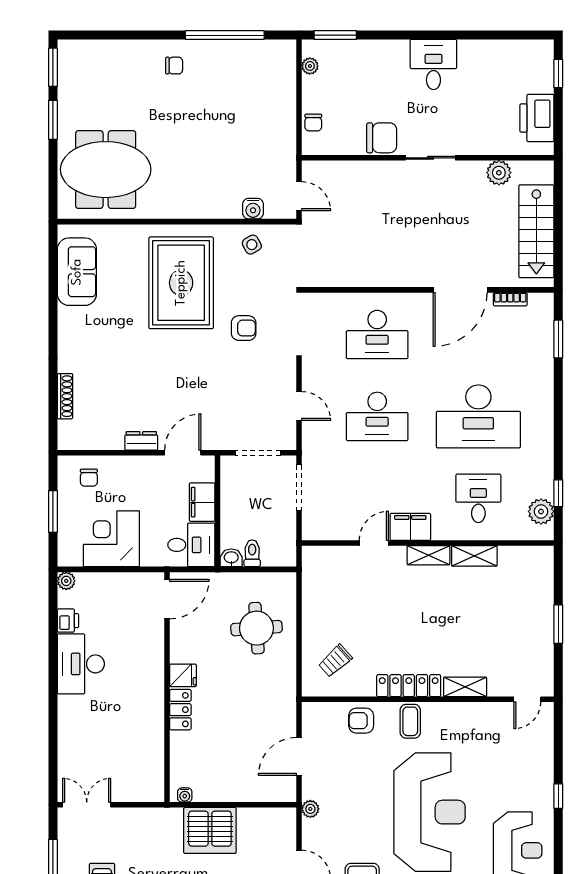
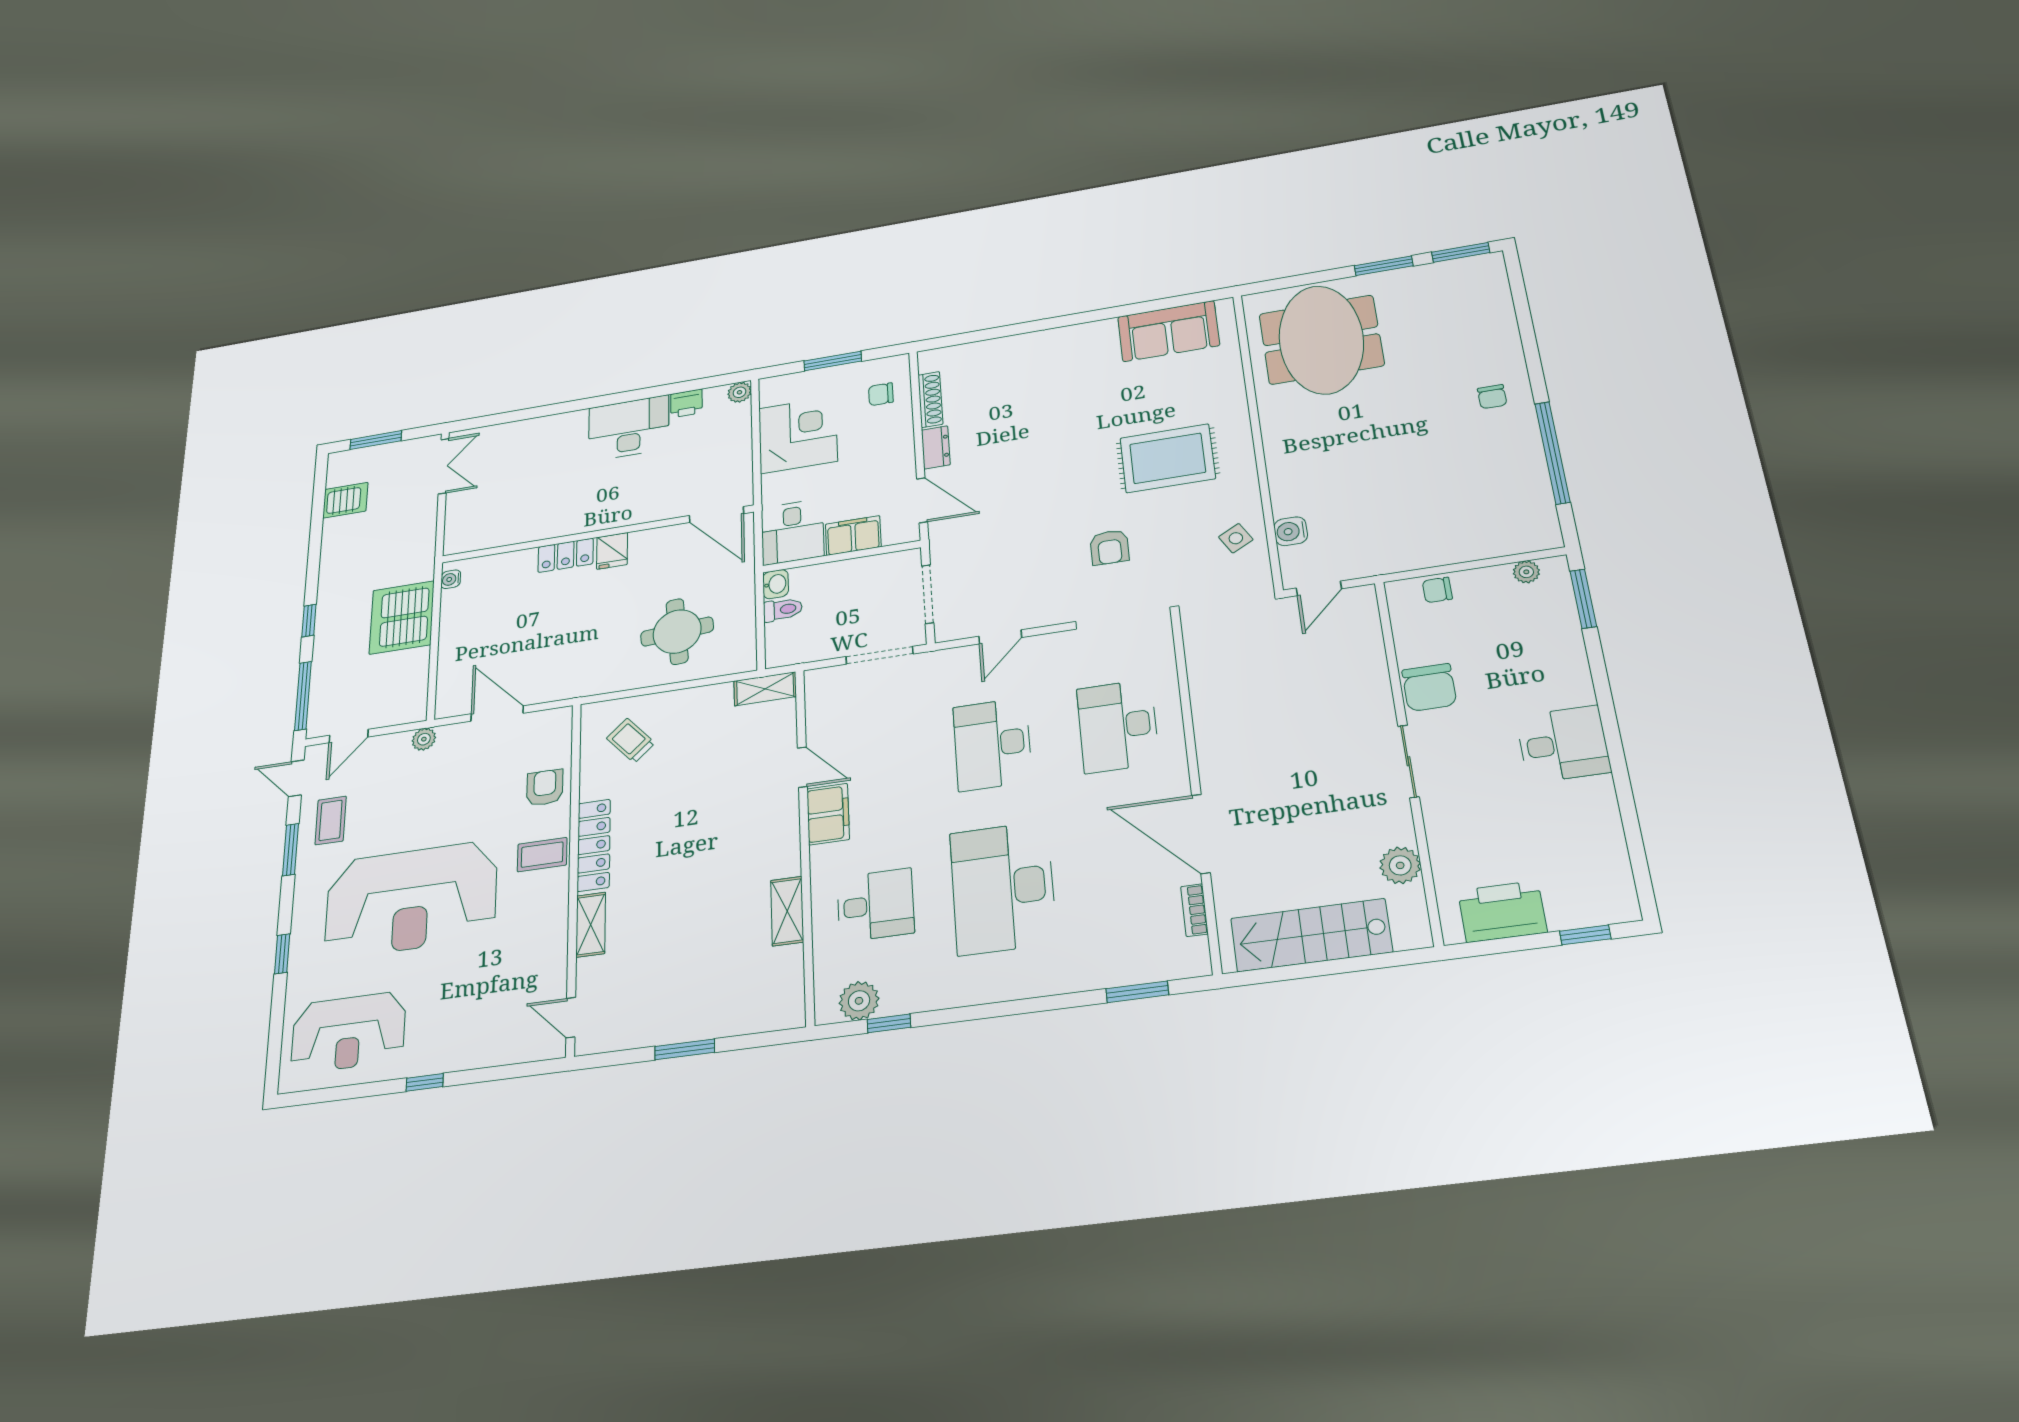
rug: (181, 283) -> (1168, 458), width x0.73, depth x0.69
shoe rack: (65, 396) -> (930, 400), moved, turned -90
shelving: (428, 555) -> (765, 689), moved, turned 90

